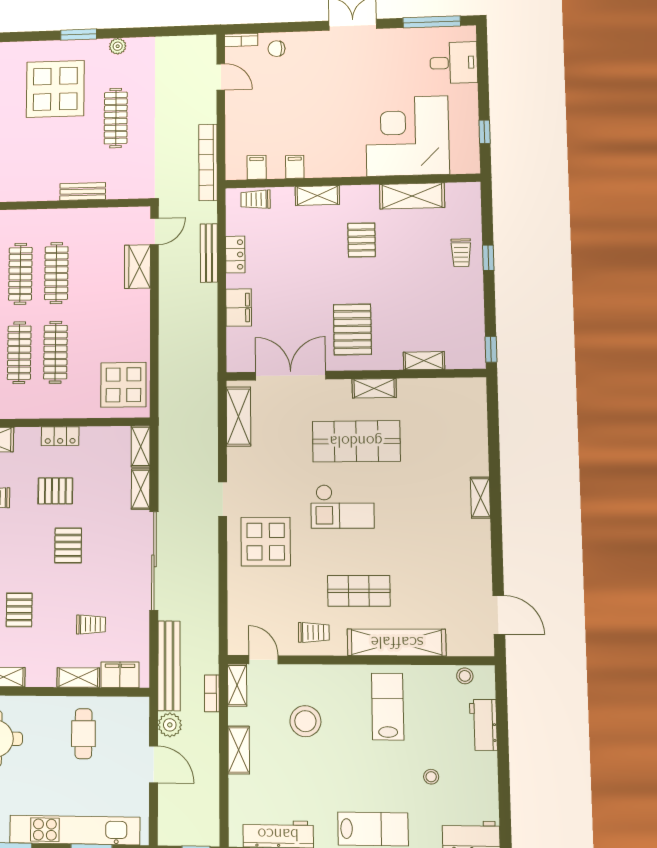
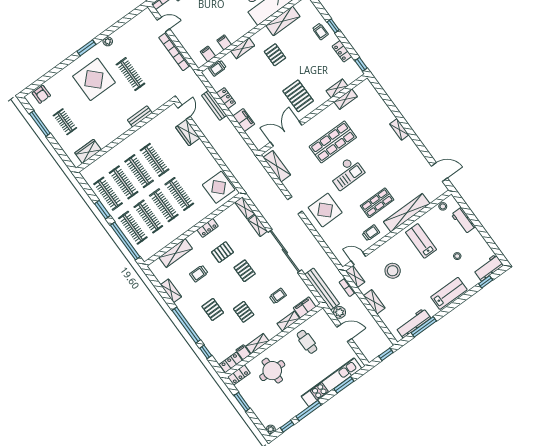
bookcase: (208, 162) -> (175, 51), moved
locker: (474, 308) -> (342, 51), added
shelving: (374, 388) -> (346, 99), moved

